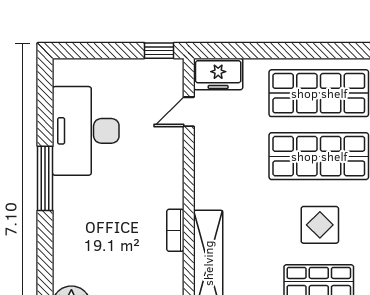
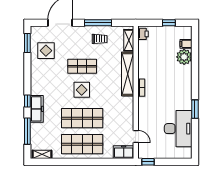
door: (189, 112) -> (136, 137), hinge flipped
window: (45, 178) -> (195, 109), width x0.69

